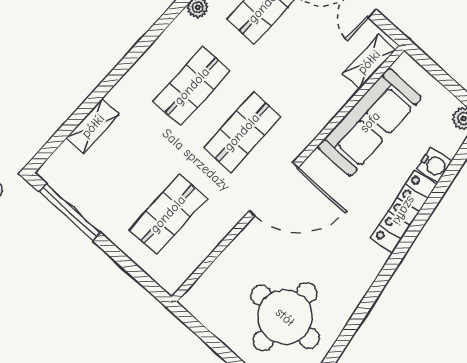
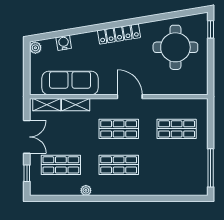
shelving: (93, 126) -> (76, 105), moved
door: (274, 189) -> (130, 97), width x0.73
locker: (404, 211) -> (119, 34), moved

